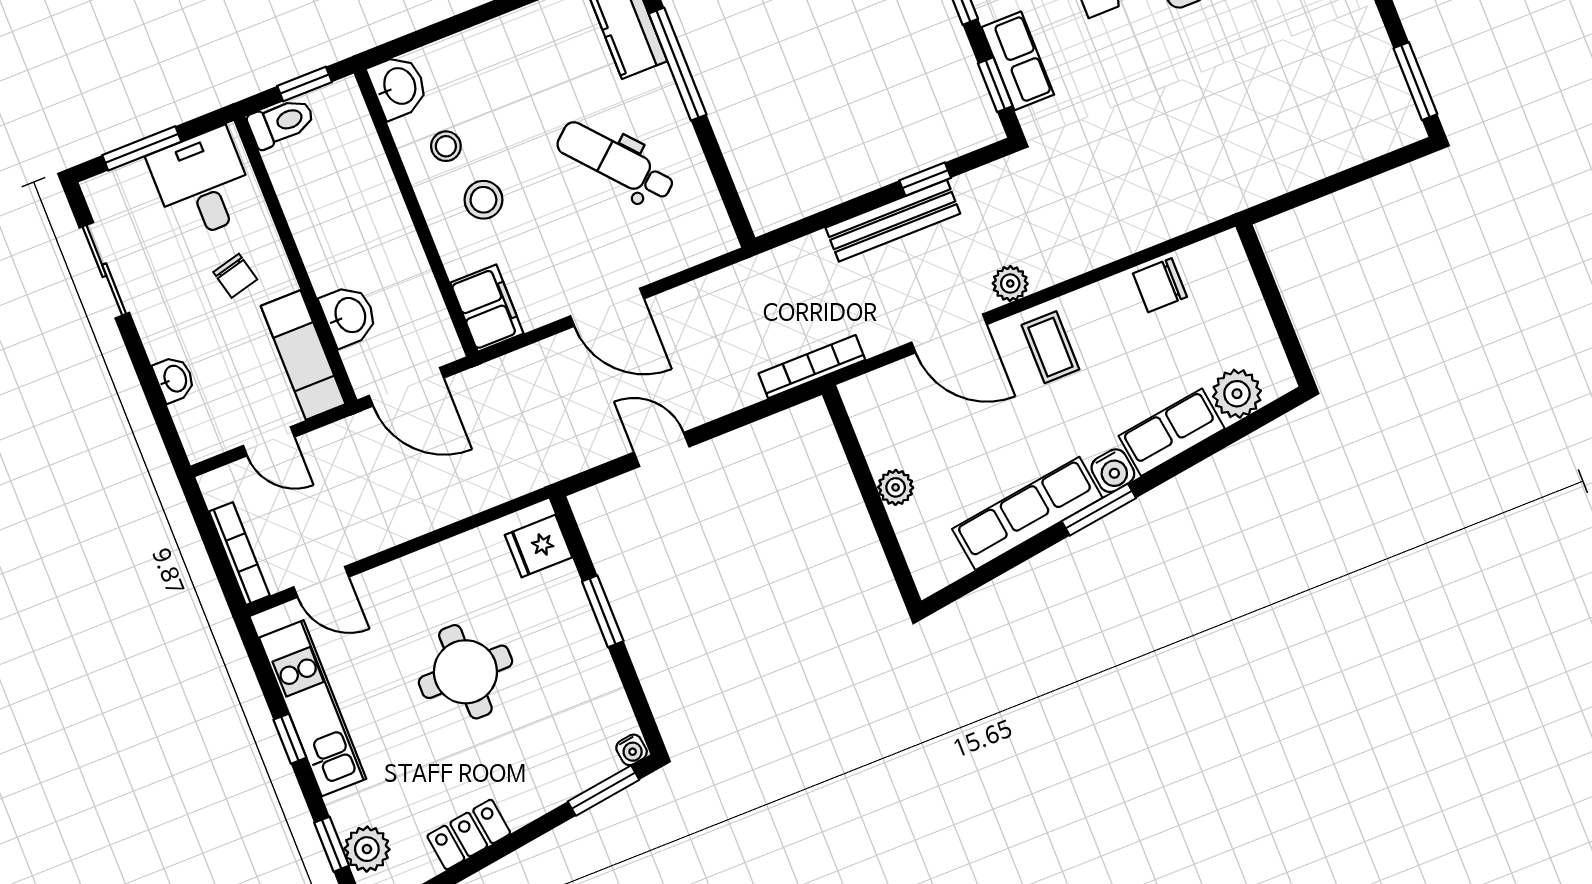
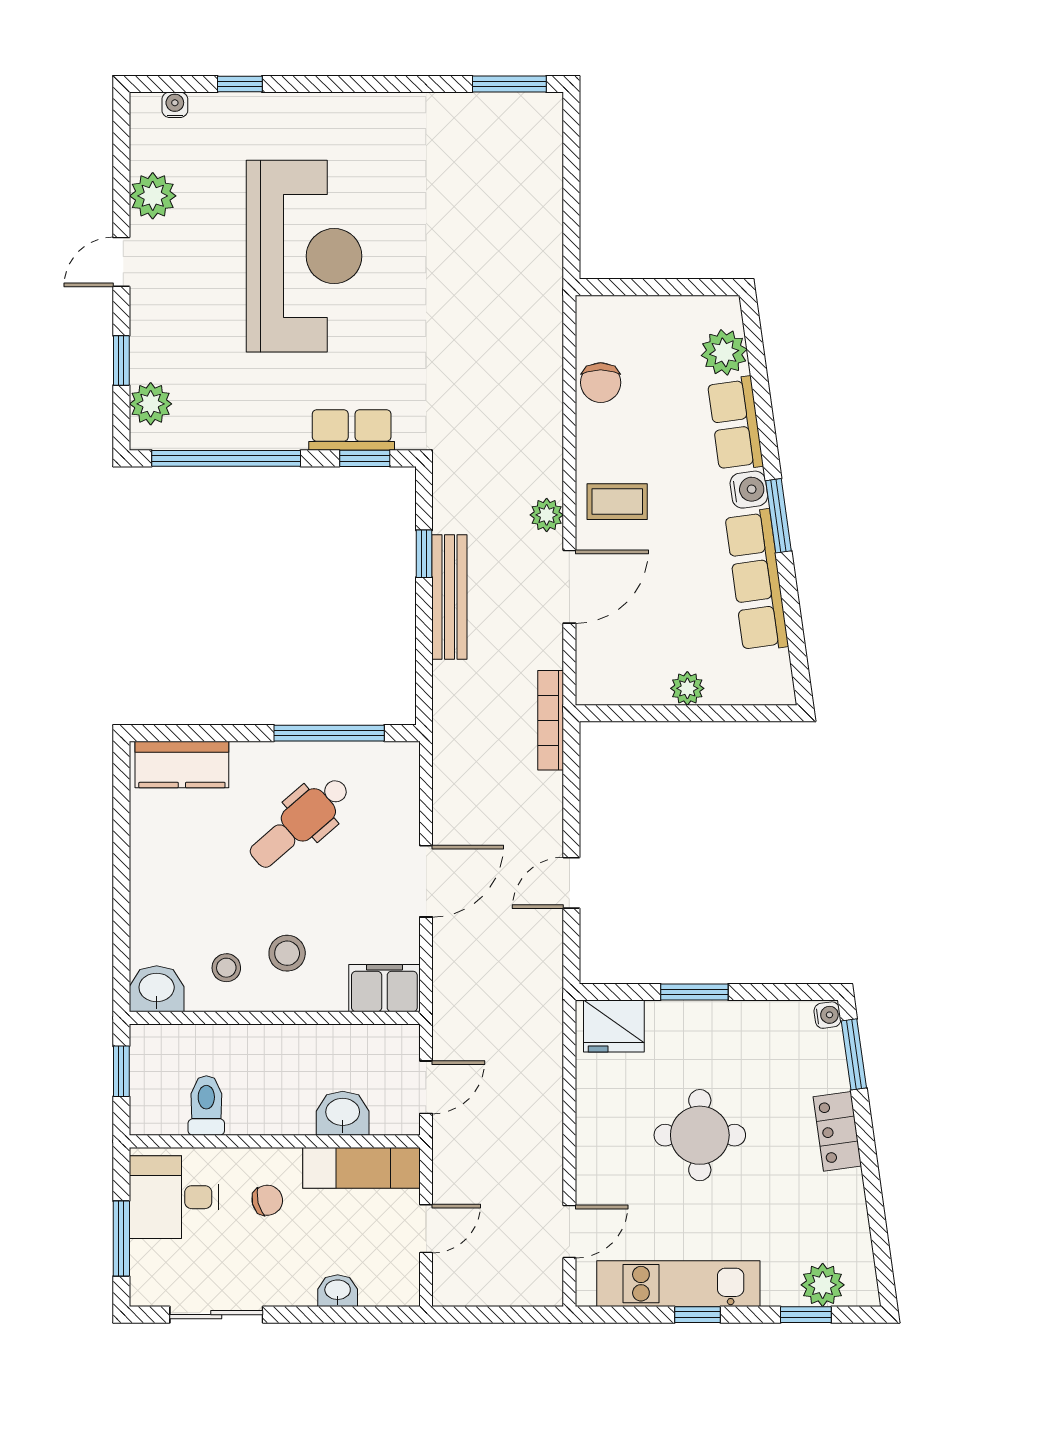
window: (678, 64) -> (329, 733), moved
toilet: (281, 123) -> (206, 1106), moved
door: (406, 387) -> (426, 1087), width x0.73
fridge: (539, 546) -> (614, 1026), width x1.38
bookcase: (239, 554) -> (515, 1294), removed
locker: (469, 835) -> (837, 1131), moved

